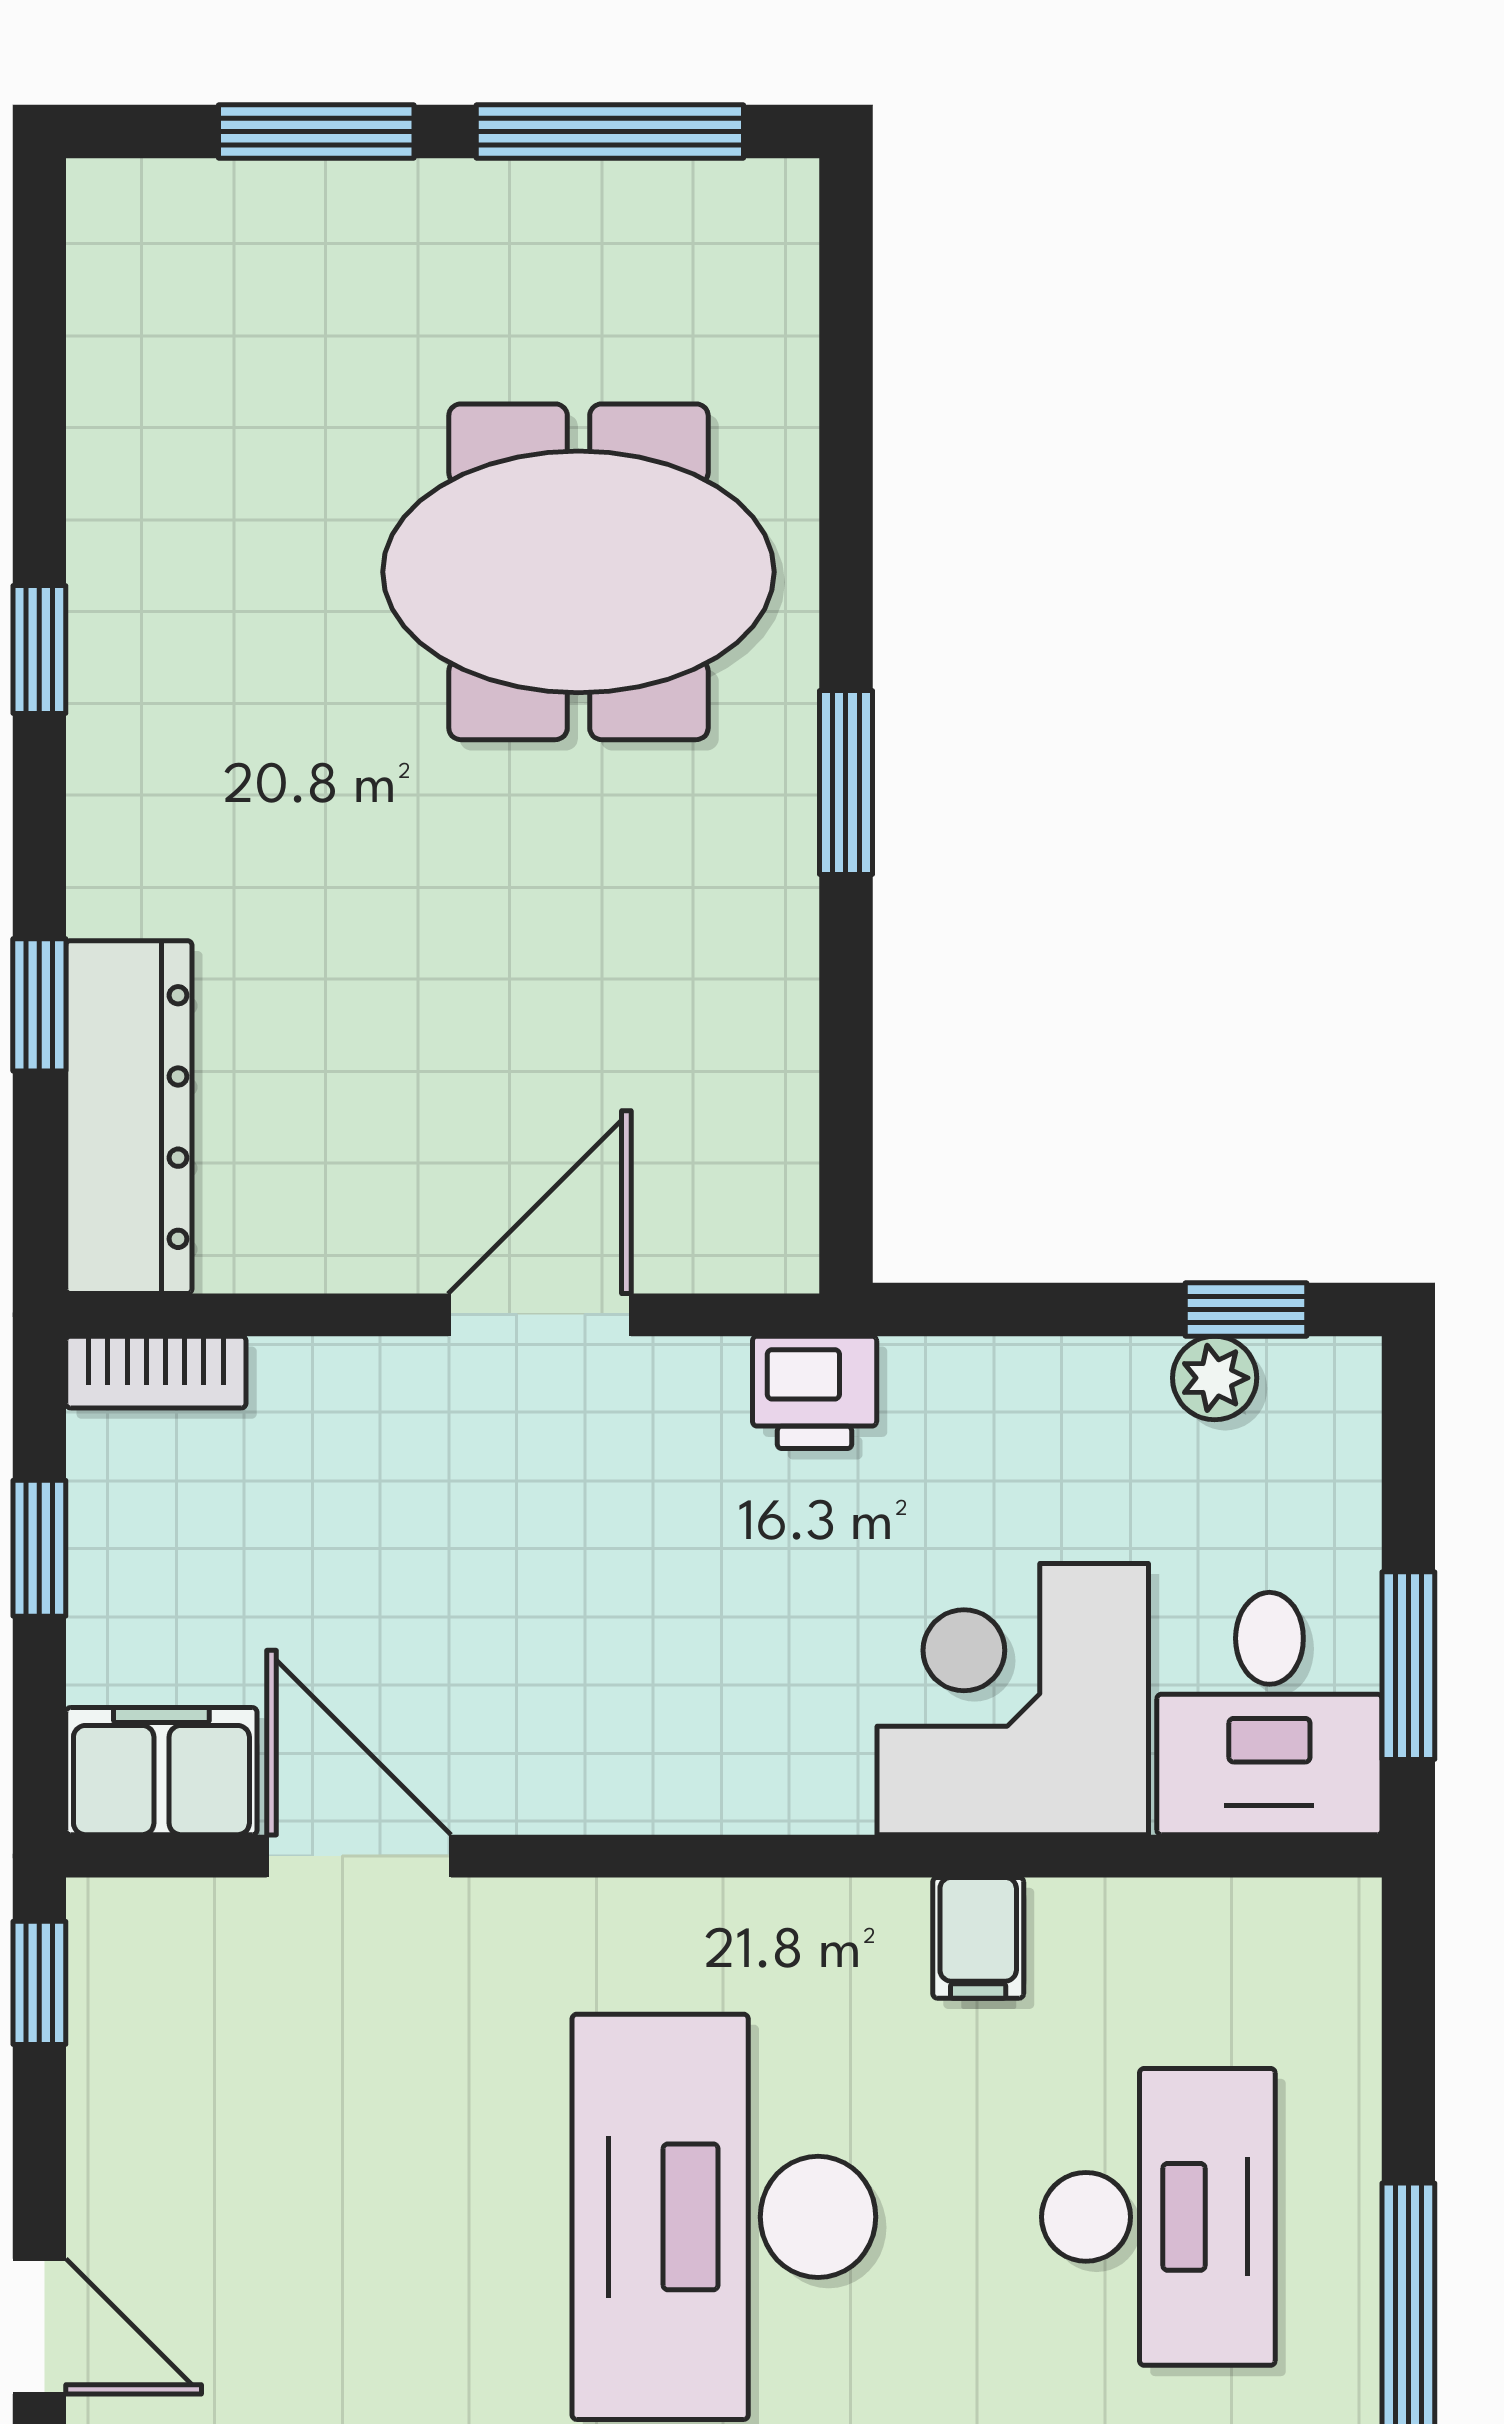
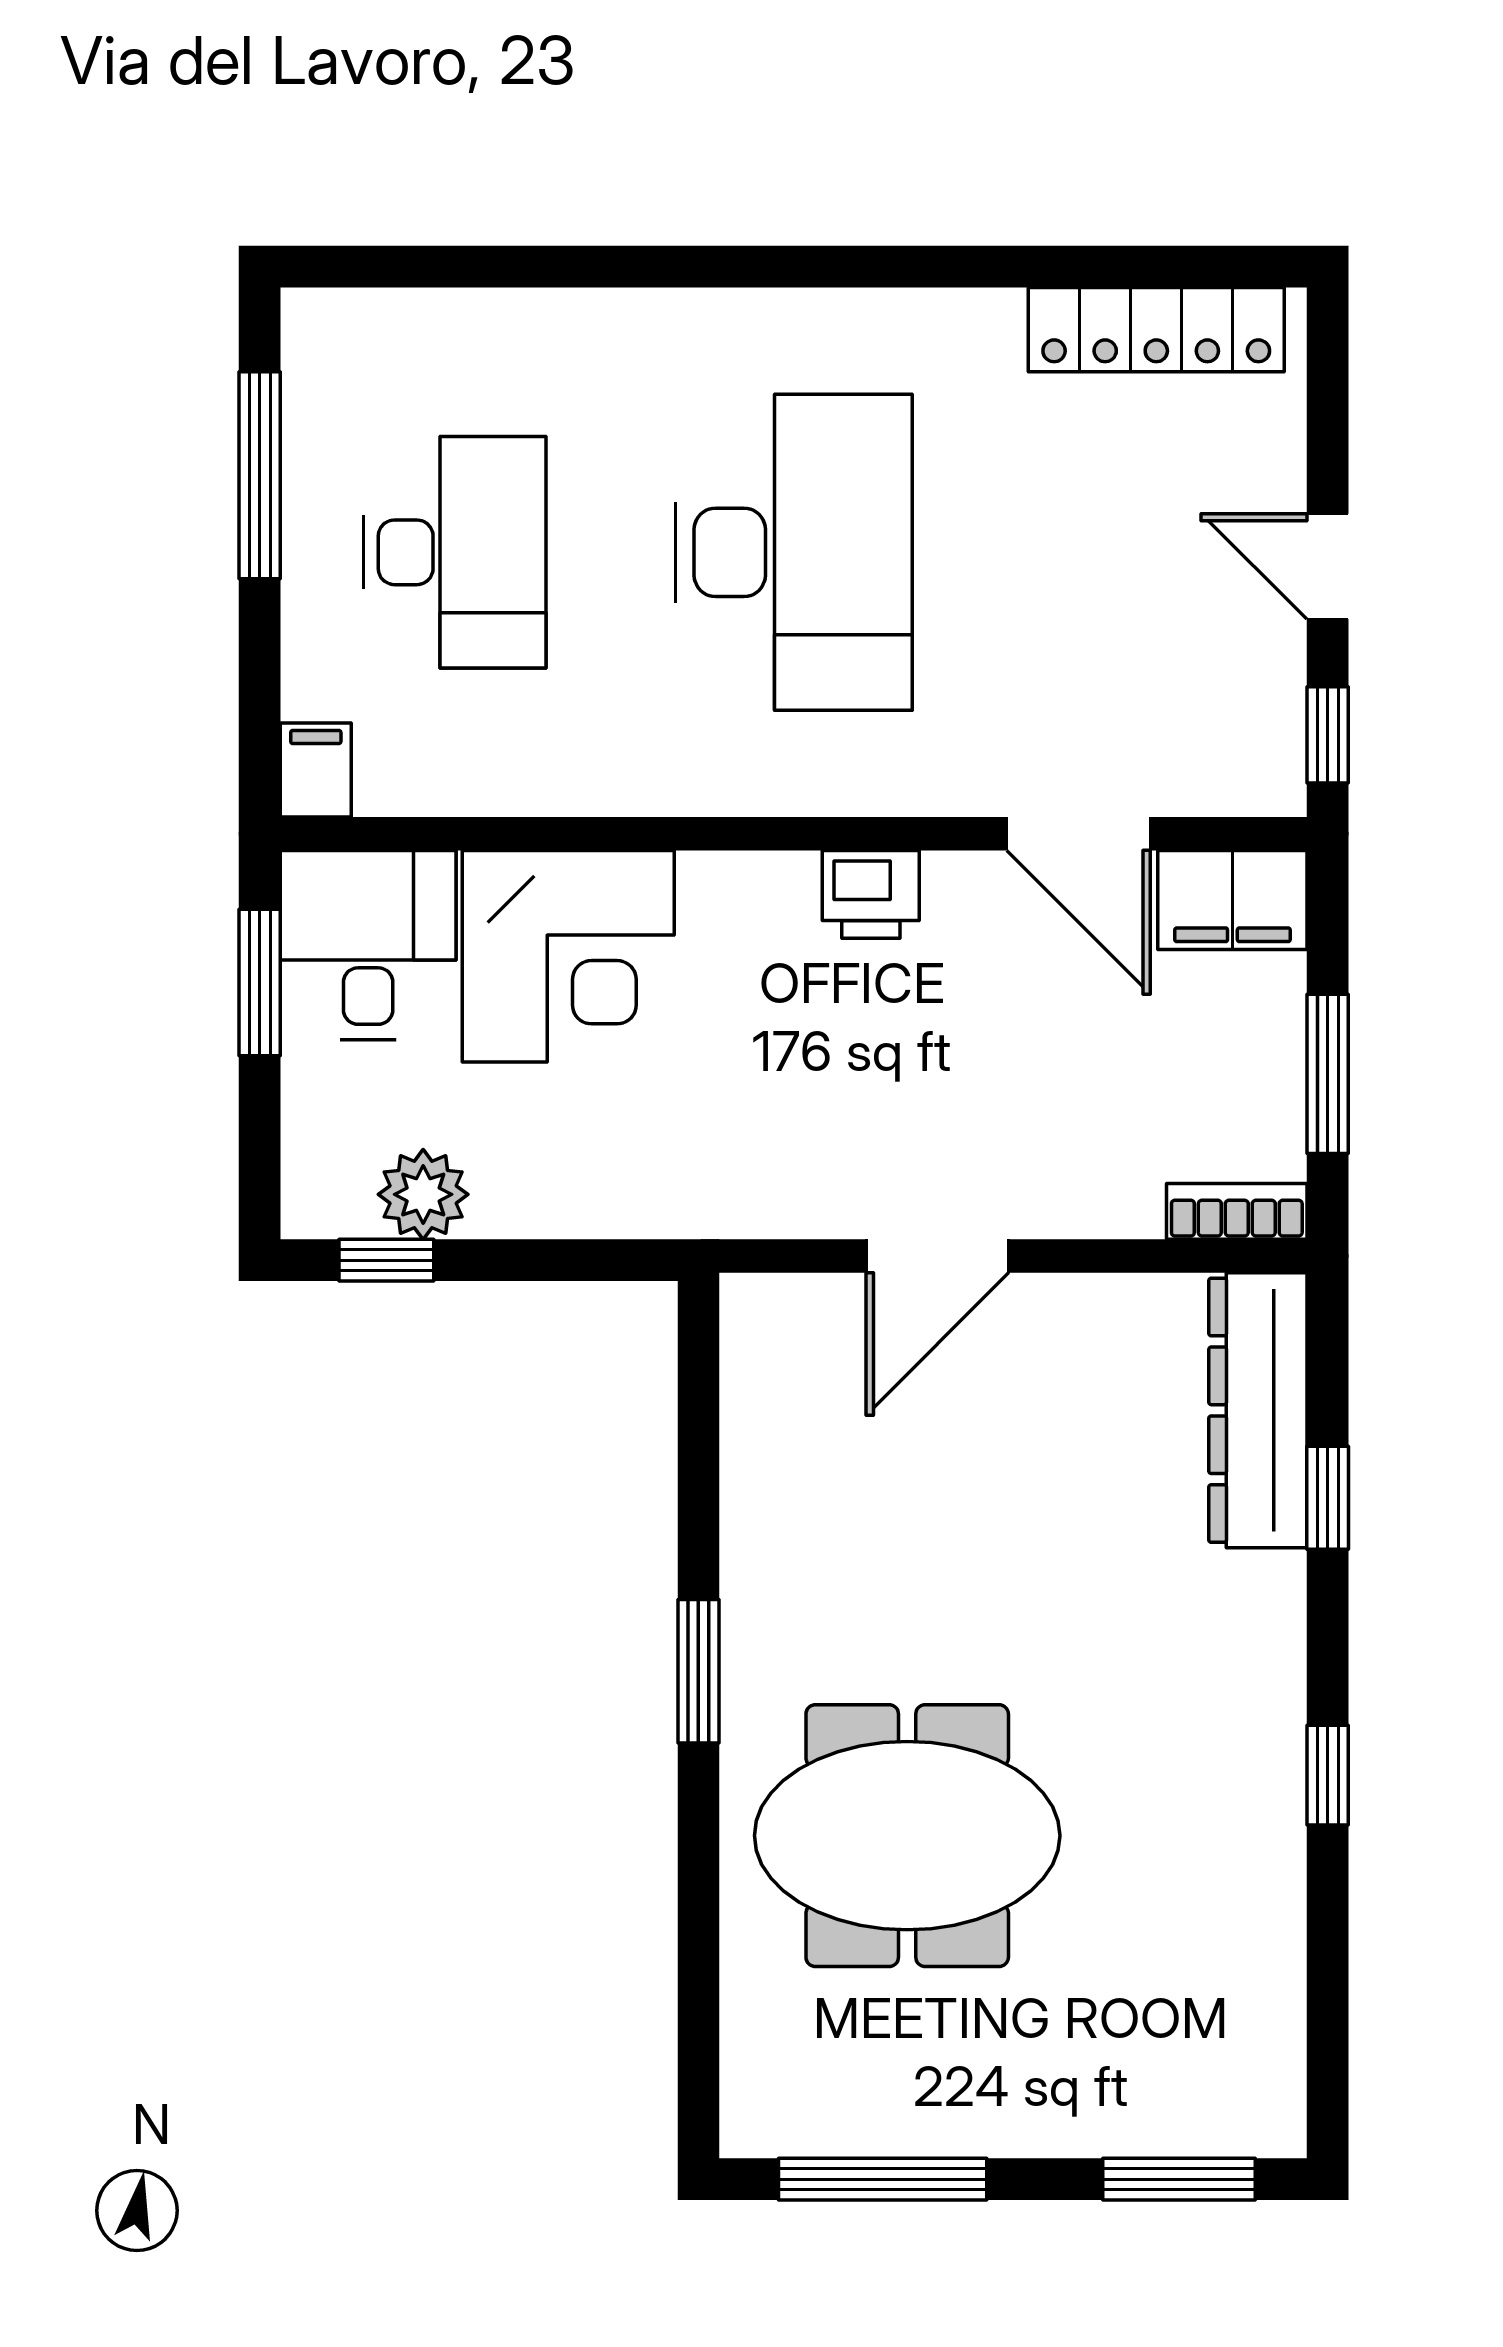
window: (316, 131) -> (1179, 2179), moved
plant: (1215, 1378) -> (423, 1194), width x1.38, depth x1.38
printer: (815, 1392) -> (871, 894), moved, turned 180
window: (39, 1548) -> (1328, 1074), width x1.50
filing cabinet: (978, 1938) -> (316, 770), moved
desk: (1158, 2217) -> (455, 552), turned 180
door: (39, 2326) -> (1328, 566), moved

